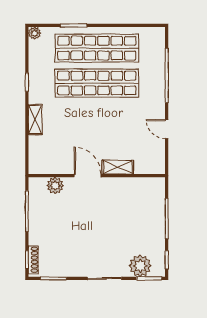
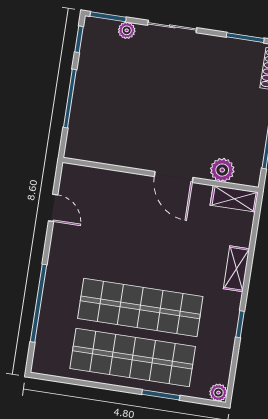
door: (167, 129) -> (53, 208), moved
shelving: (118, 167) -> (234, 199), moved
plant: (140, 266) -> (127, 30), width x0.53, depth x0.53

